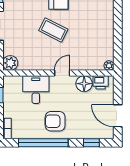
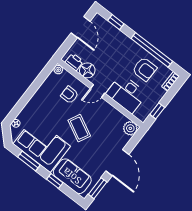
armchair: (83, 52) -> (69, 95), added
desk: (36, 90) -> (127, 94), width x1.37
armchair: (55, 121) -> (144, 69), moved

